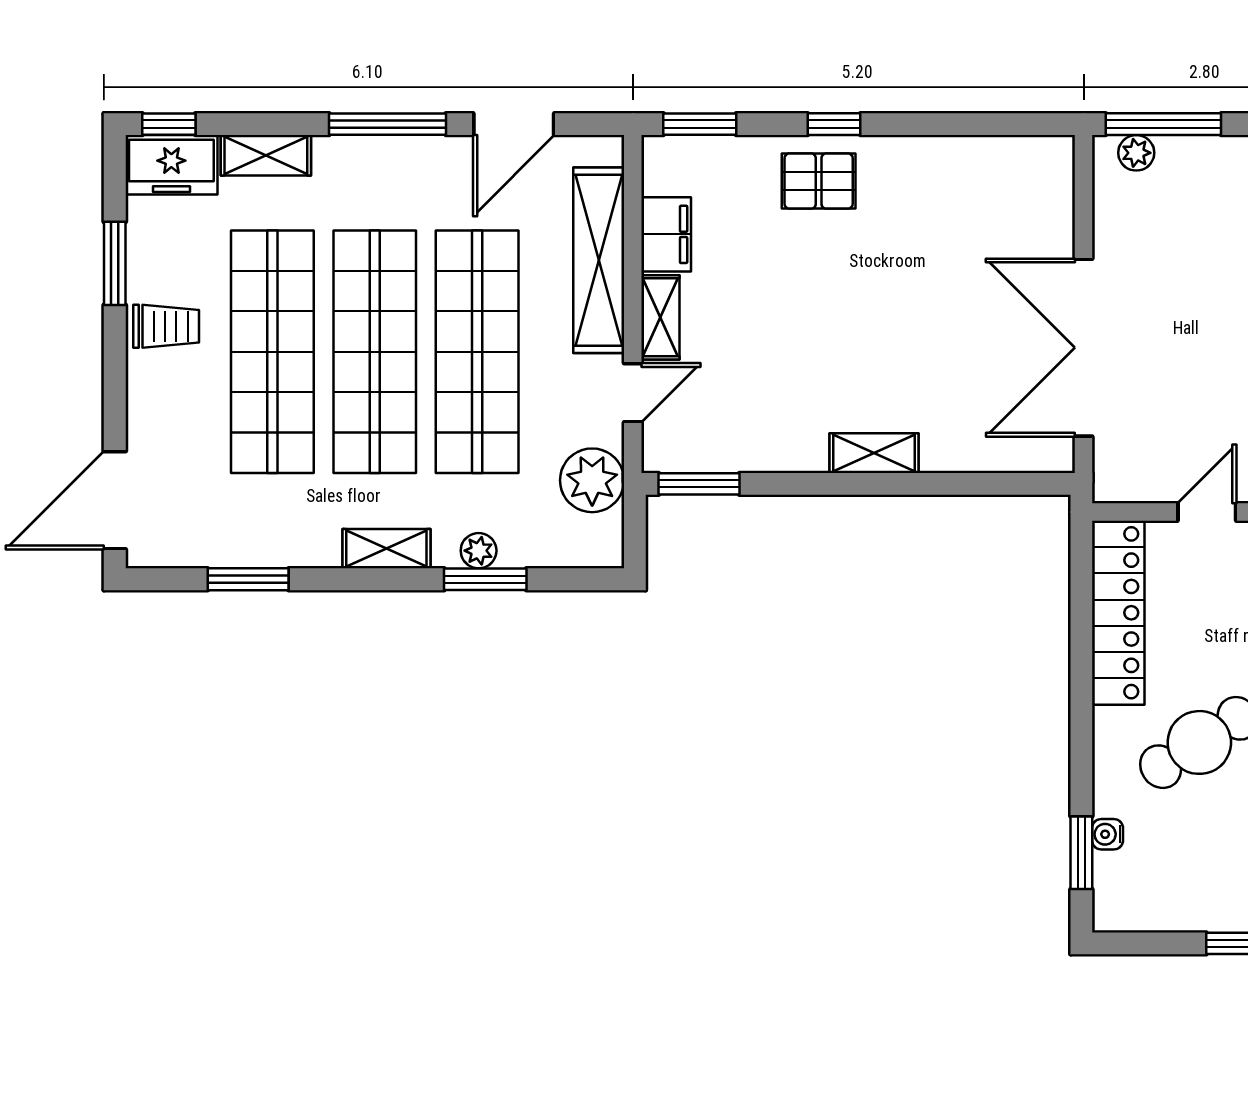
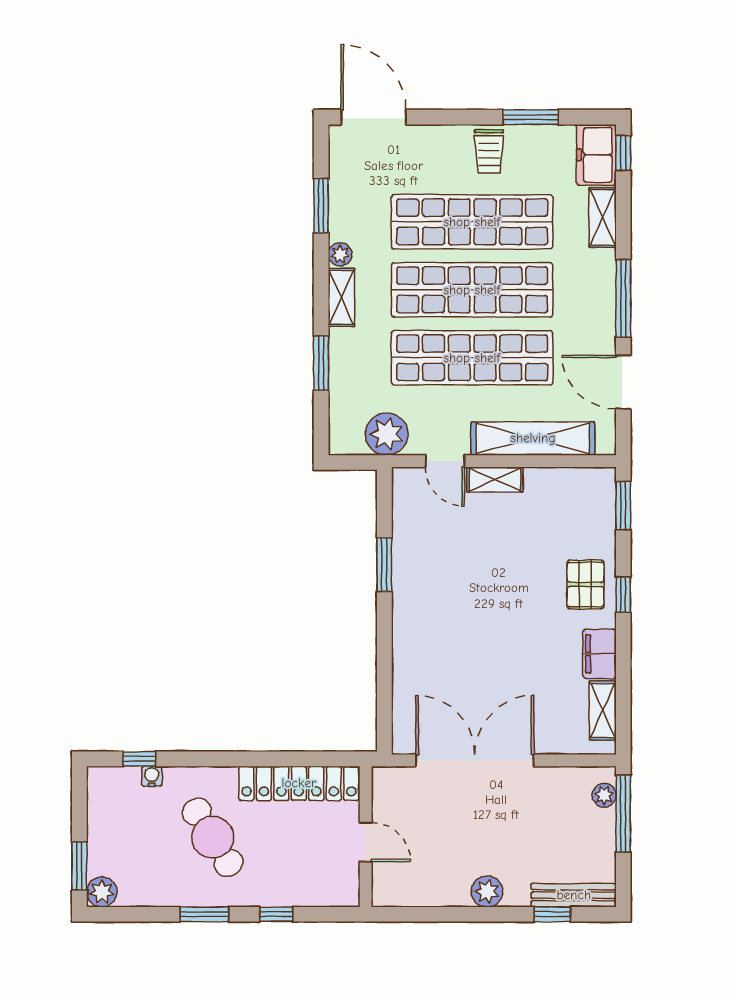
filing cabinet: (666, 234) -> (600, 654), moved, turned 90
shelving: (874, 453) -> (603, 710), moved
window: (699, 484) -> (384, 565), moved
plant: (479, 551) -> (340, 254), moved
window: (1081, 853) -> (140, 759), width x0.67

